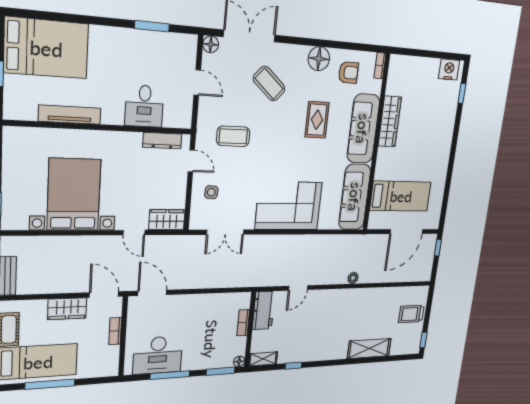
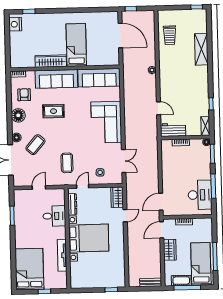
floor lamp: (211, 44) -> (17, 137), moved
bed with nightstands: (74, 195) -> (89, 238), moved, turned 180
bed: (401, 196) -> (76, 45), moved
trolley: (411, 314) -> (170, 35), moved

